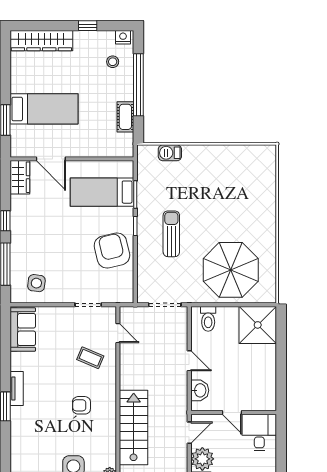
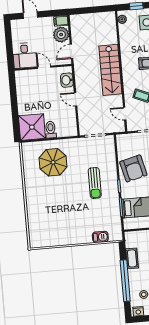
parasol: (231, 270) -> (53, 162), width x0.73, depth x0.73
toilet: (208, 319) -> (51, 130), moved
stairs: (134, 427) -> (110, 70), moved

